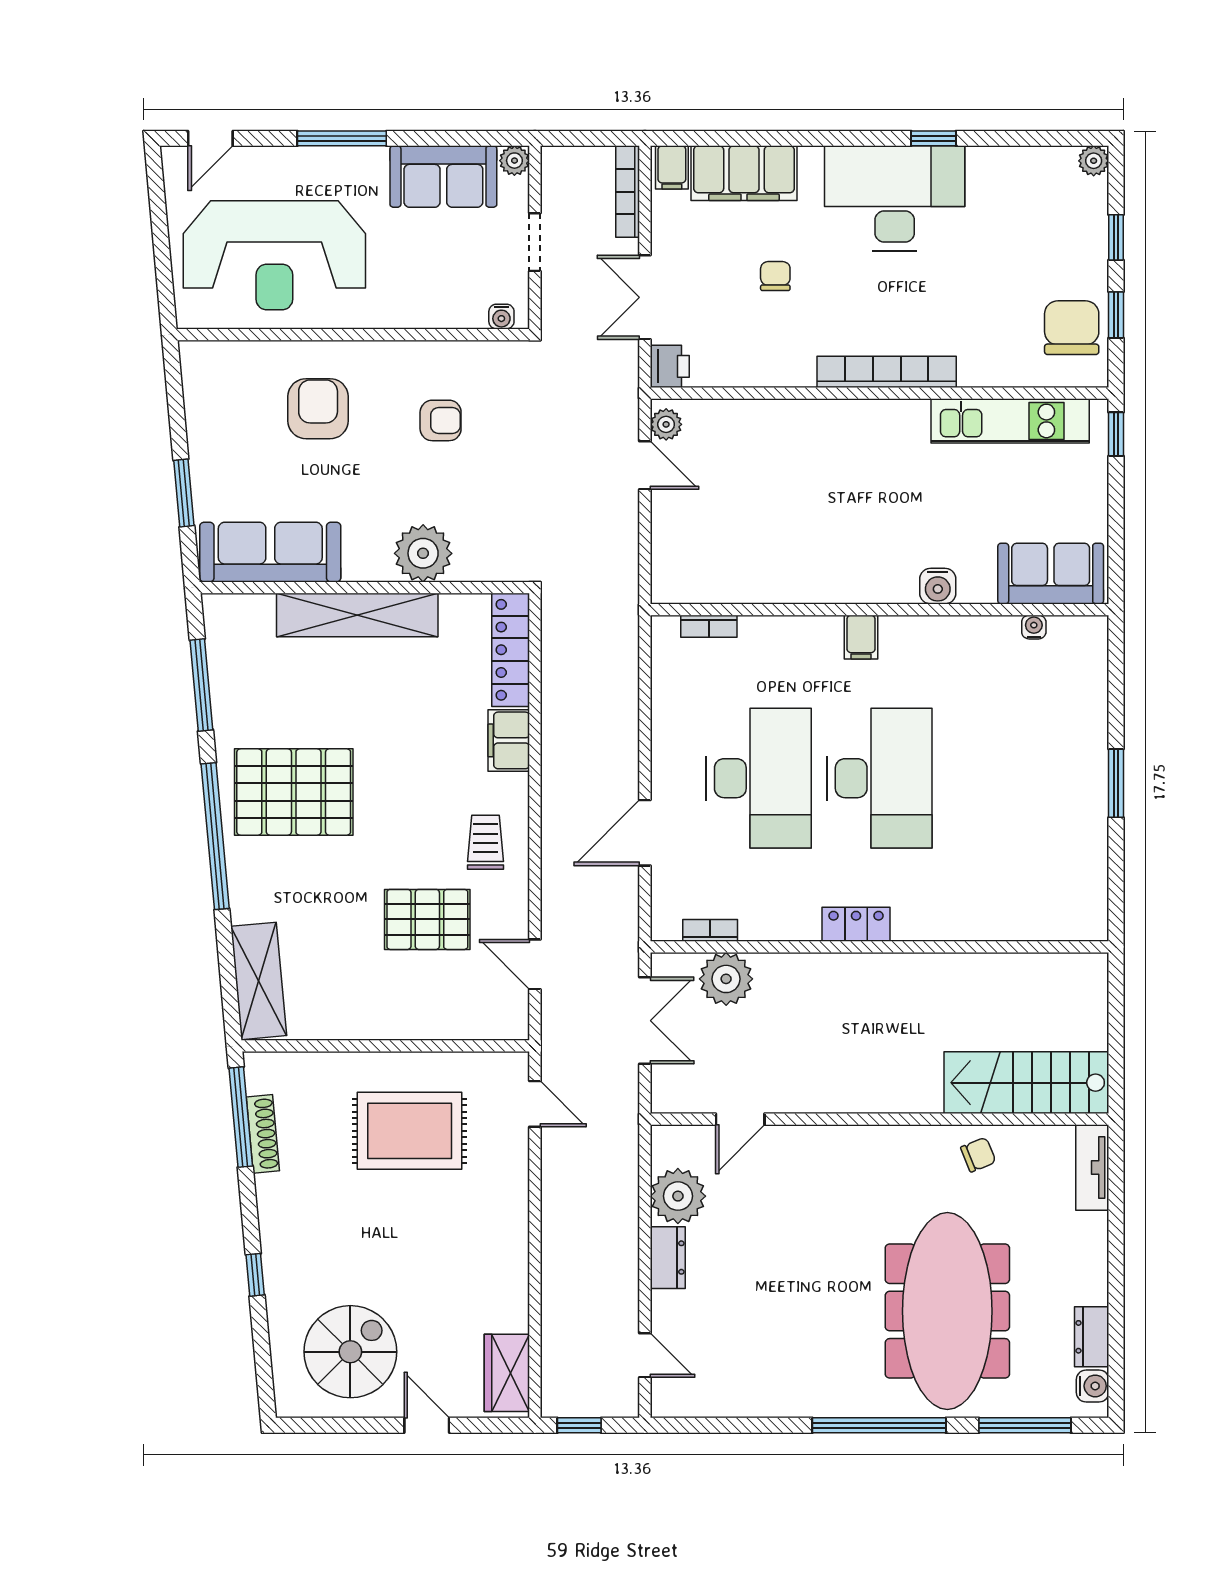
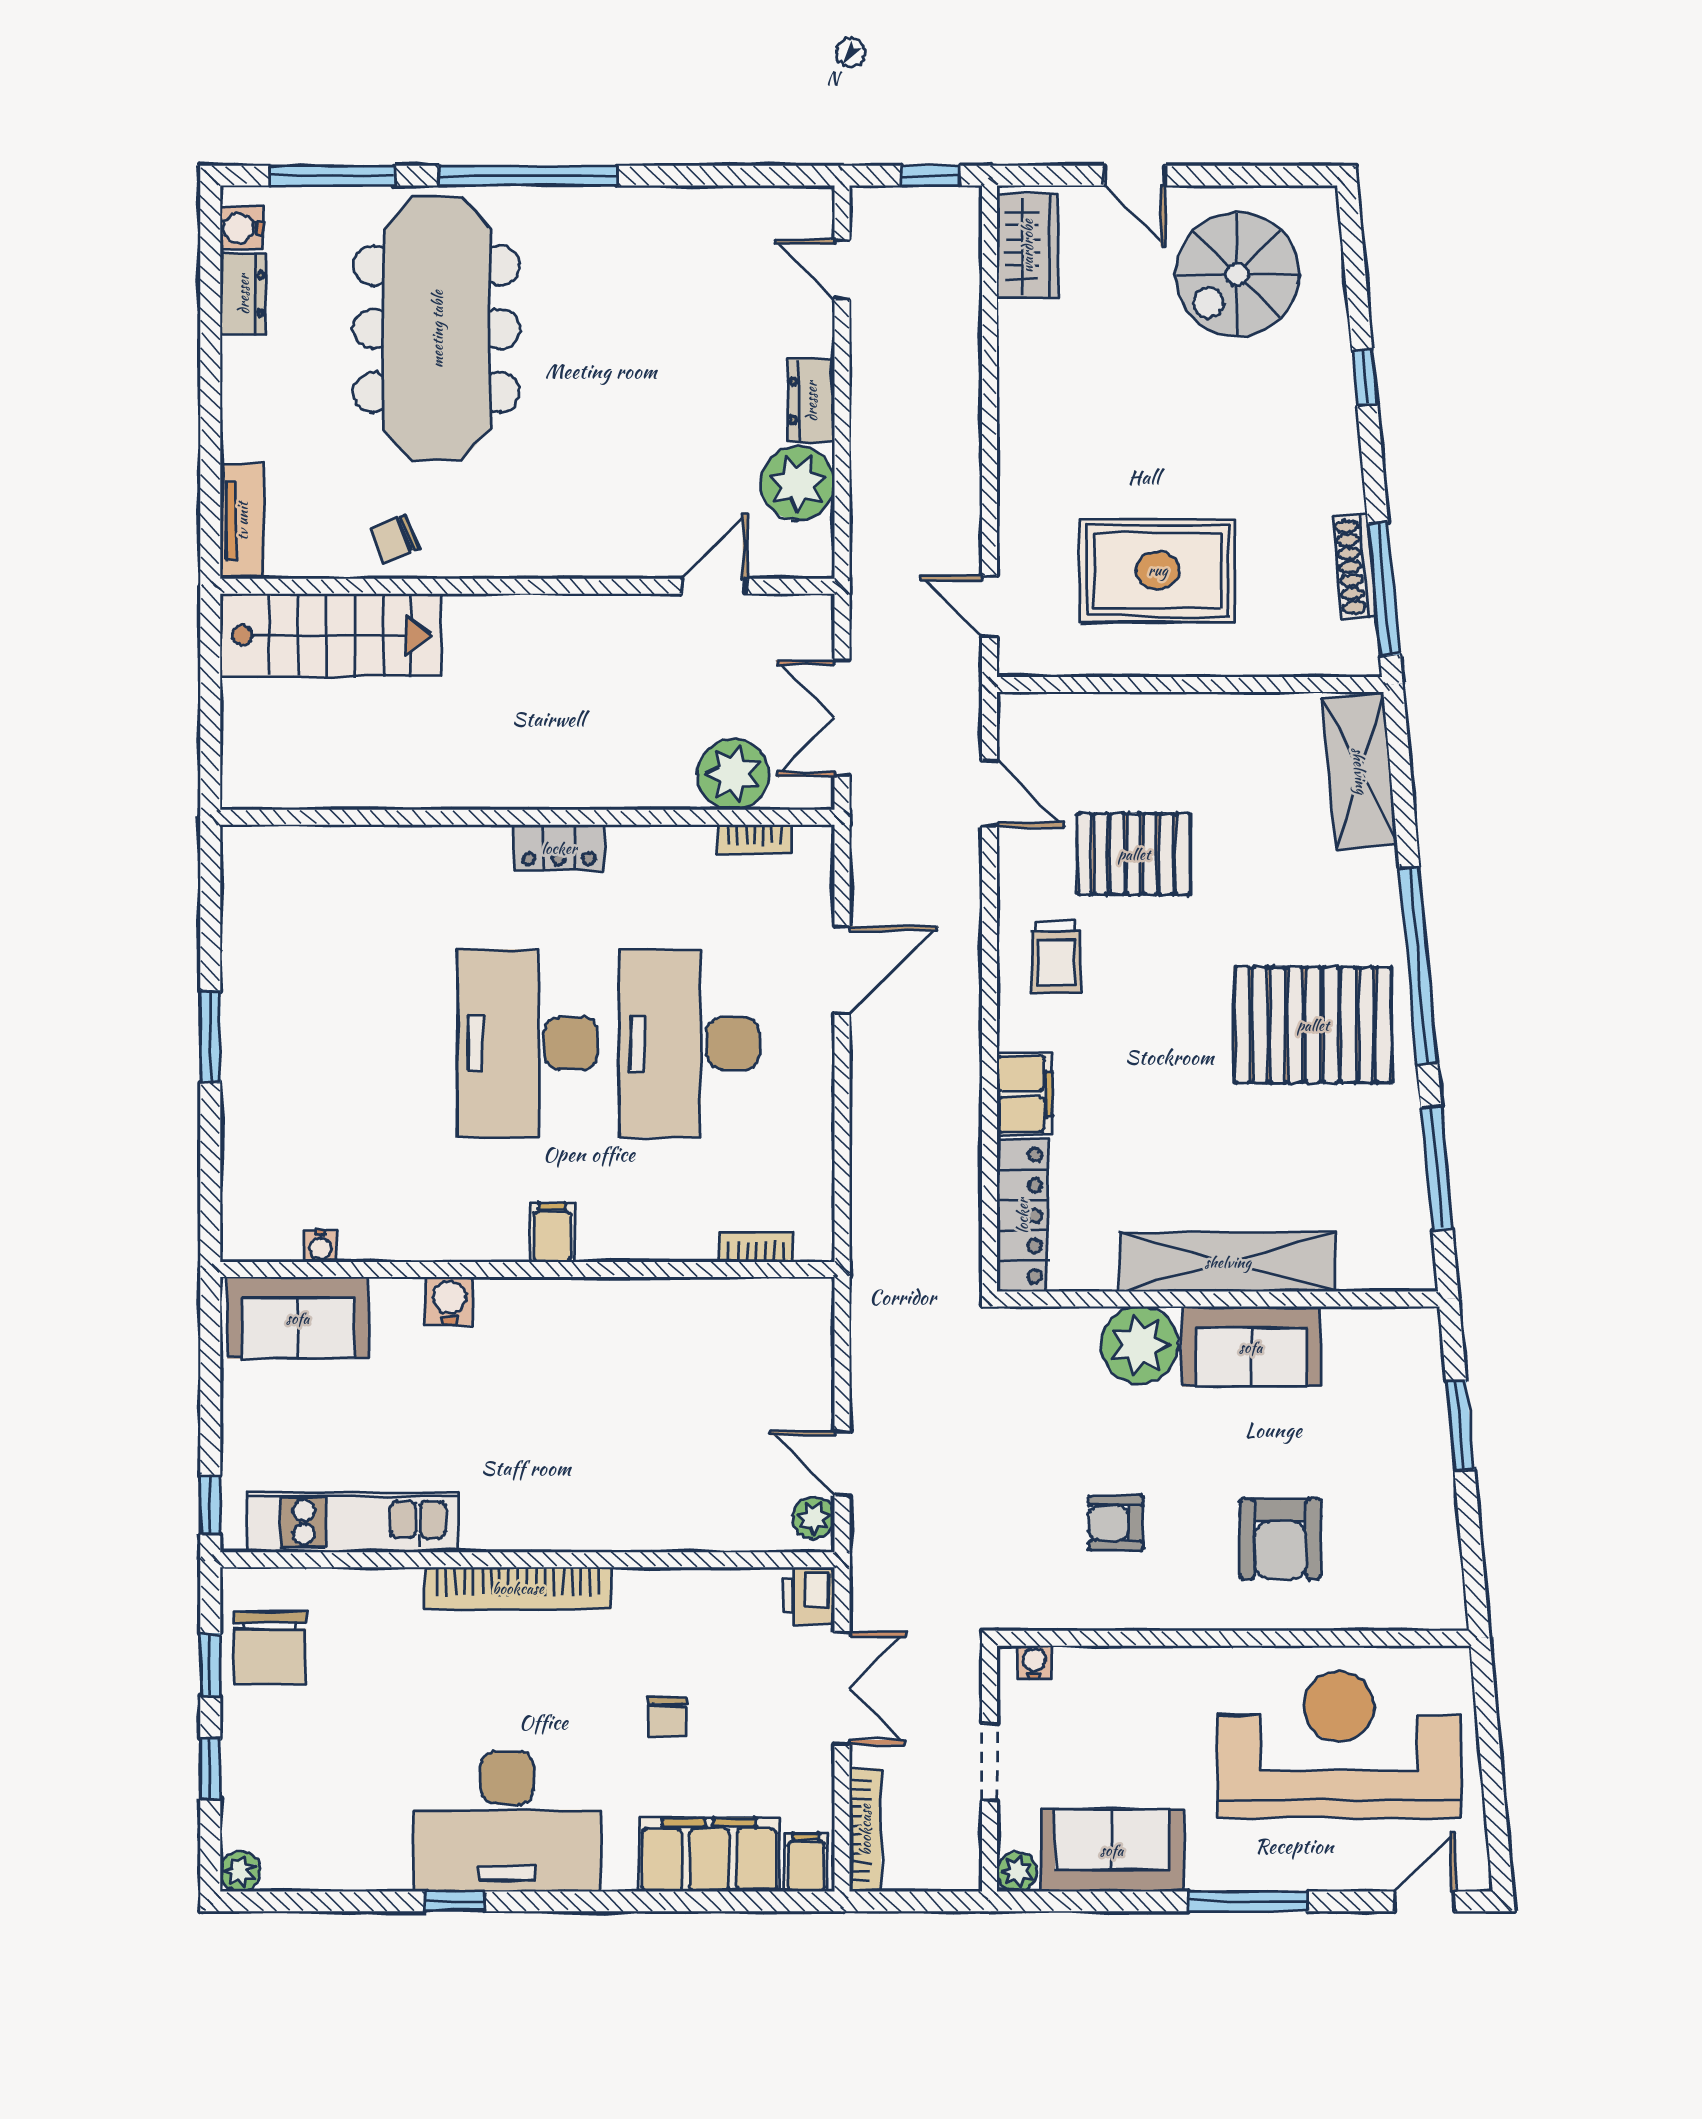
sofa: (270, 552) -> (1251, 1347), moved, width x0.73

